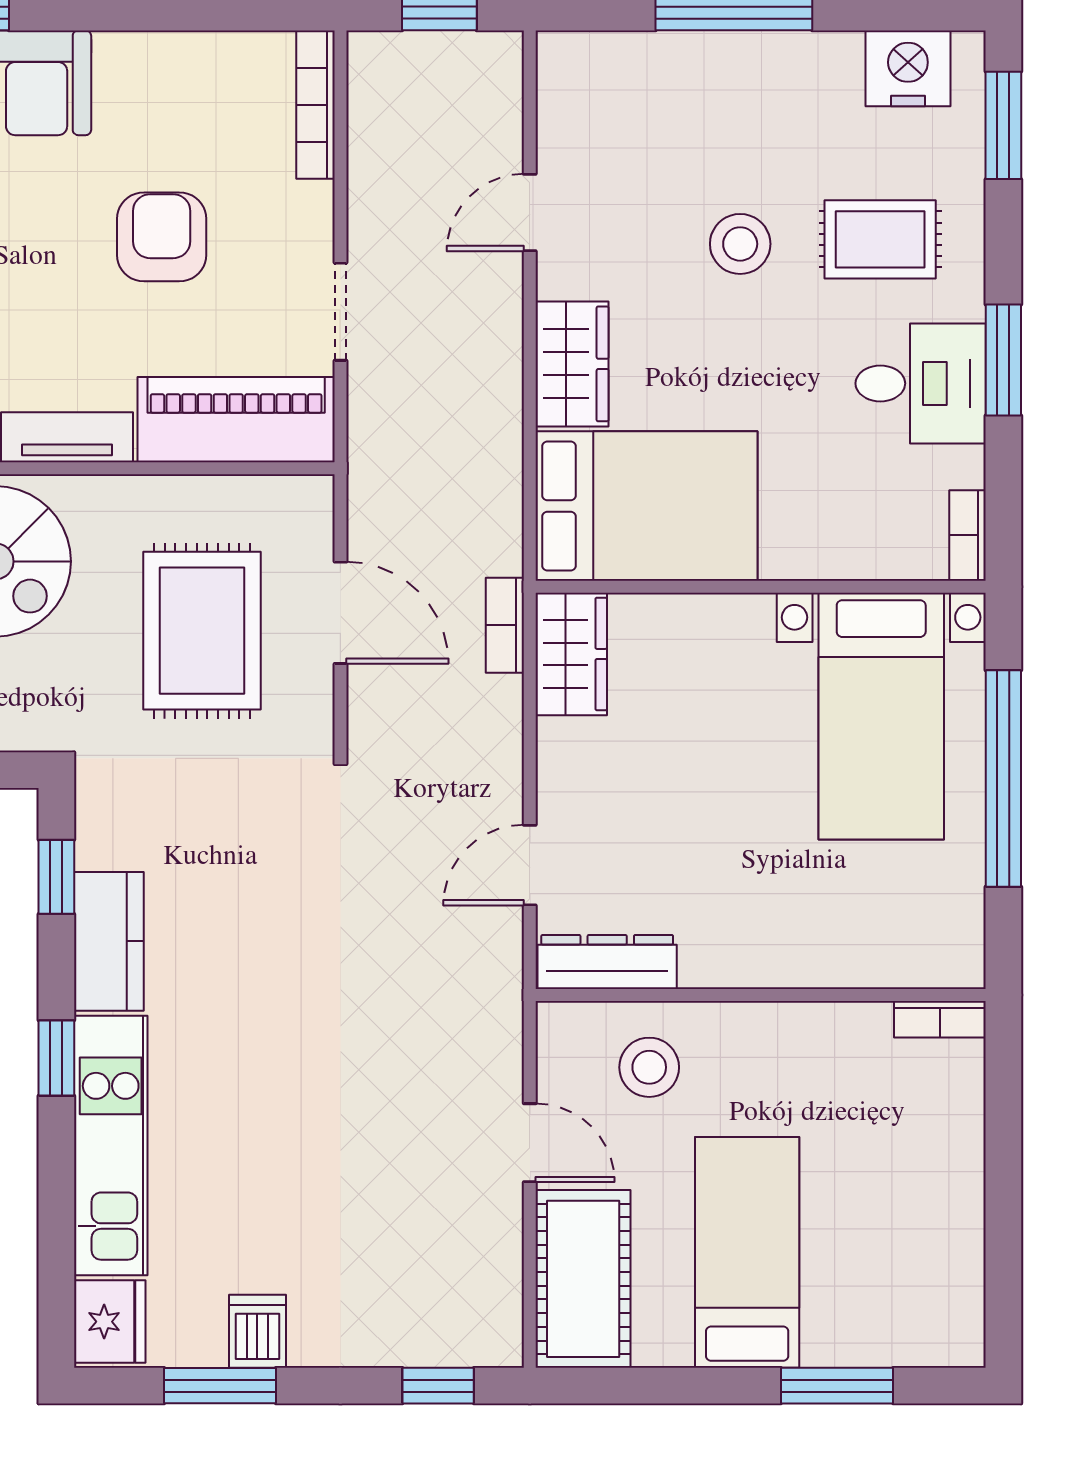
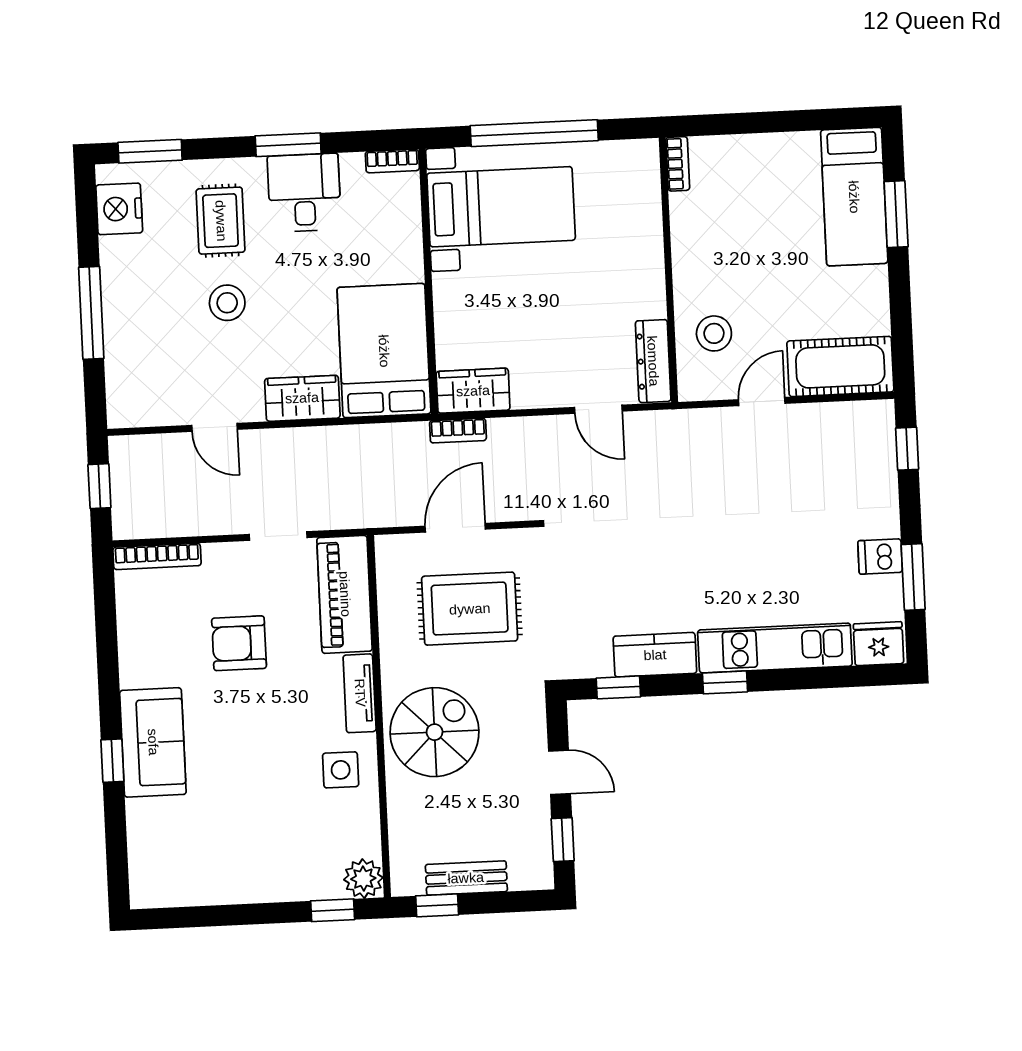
bed: (747, 1252) -> (854, 197), moved, turned -90

